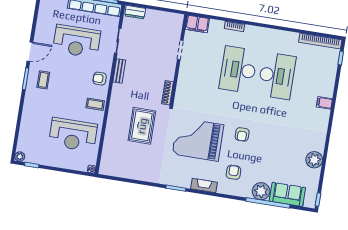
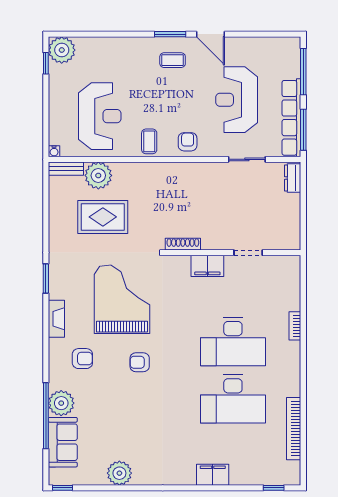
filing cabinet: (197, 24) -> (207, 266), moved, turned -90
bookcase: (320, 41) -> (294, 429), moved
desk: (238, 70) -> (233, 342), turned 180
bench: (119, 71) -> (66, 169), moved
filing cabinet: (324, 103) -> (213, 475), width x2.00
rug: (142, 126) -> (103, 217), moved
reception desk: (73, 135) -> (100, 116), turned 180
plant: (113, 142) -> (98, 175), added
plant: (20, 157) -> (62, 50), width x1.88, depth x1.88

